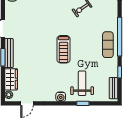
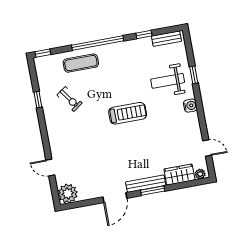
exercise mat: (108, 45) -> (81, 63), moved

